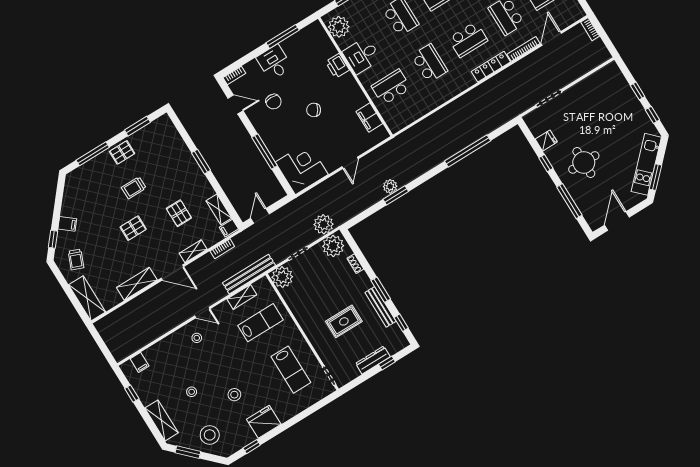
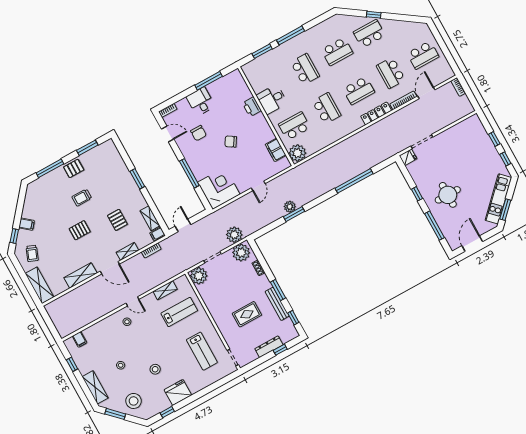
plant: (339, 27) -> (297, 153), moved
fridge: (546, 141) -> (408, 157), moved
bench: (249, 274) -> (172, 272), removed

